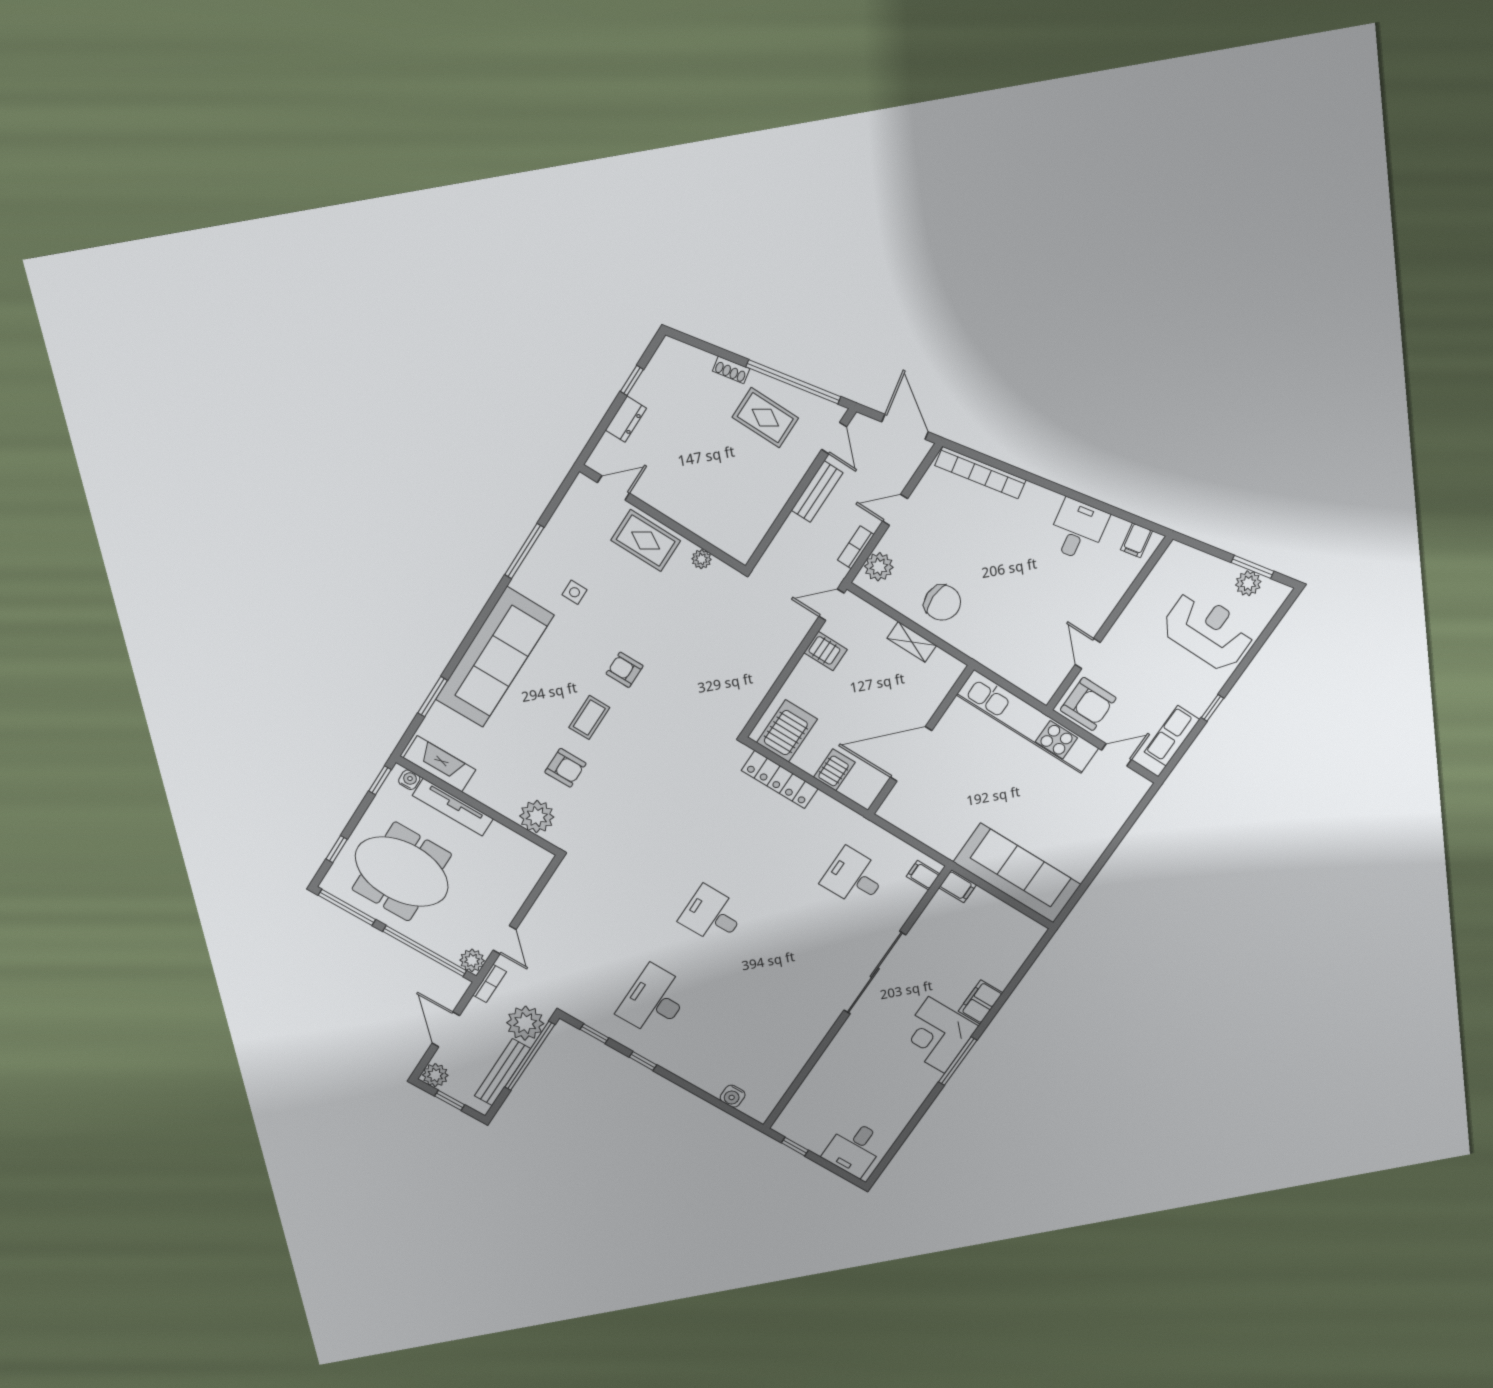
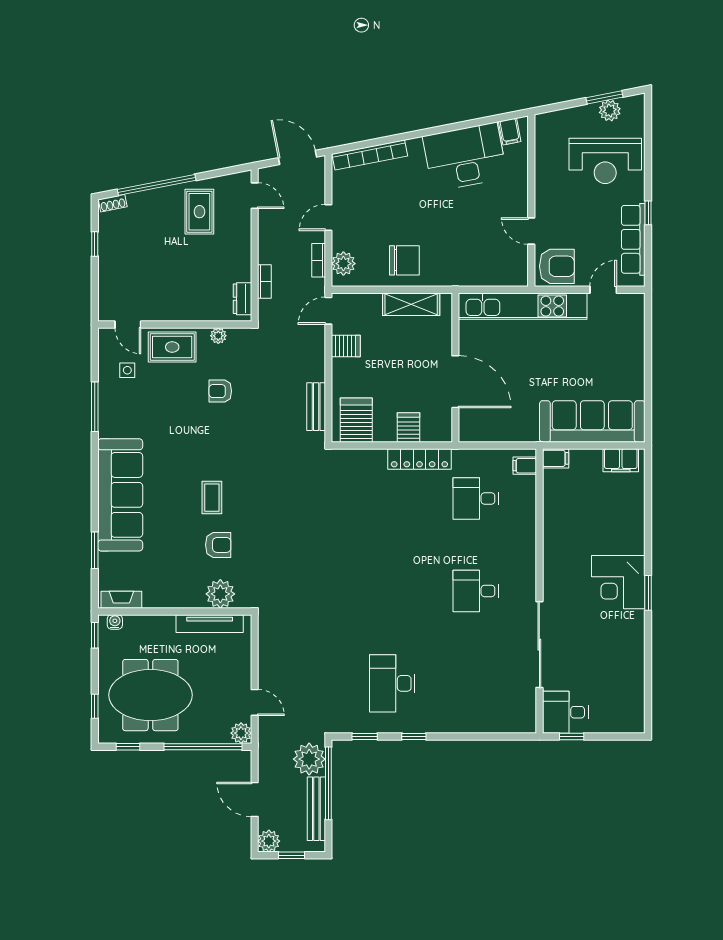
shoe rack: (731, 370) -> (113, 203), moved
window: (793, 382) -> (157, 185), moved
rug: (765, 418) -> (199, 212), turned 90
dresser: (626, 419) -> (242, 299), moved, turned 180
door: (613, 488) -> (128, 325), swing flipped
bench: (817, 491) -> (316, 407), moved
desk: (1078, 530) -> (465, 157), width x1.87, depth x1.30
side table: (575, 592) -> (127, 370), moved
reception desk: (1208, 631) -> (605, 161), turned 180
shelving: (912, 642) -> (411, 304), width x1.50, depth x1.33
armchair: (625, 670) -> (220, 391), moved
row of seats: (1172, 736) -> (633, 239), width x1.48
door: (911, 754) -> (455, 382), swing flipped
fireplace: (440, 764) -> (121, 600), width x0.73, depth x0.76
locker: (780, 780) -> (419, 459), moved
tv unit: (453, 807) -> (210, 624), moved
window: (347, 907) -> (128, 747), width x0.46
desk: (712, 915) -> (476, 591), moved
sliding door: (875, 973) -> (539, 645), moved
bookcase: (490, 983) -> (264, 281), moved
filing cabinet: (980, 1002) -> (621, 460), moved, turned -90
window: (958, 1061) -> (648, 593), width x0.69
water cooler: (733, 1096) -> (498, 724), removed
desk: (854, 1148) -> (565, 712), moved, turned 90

